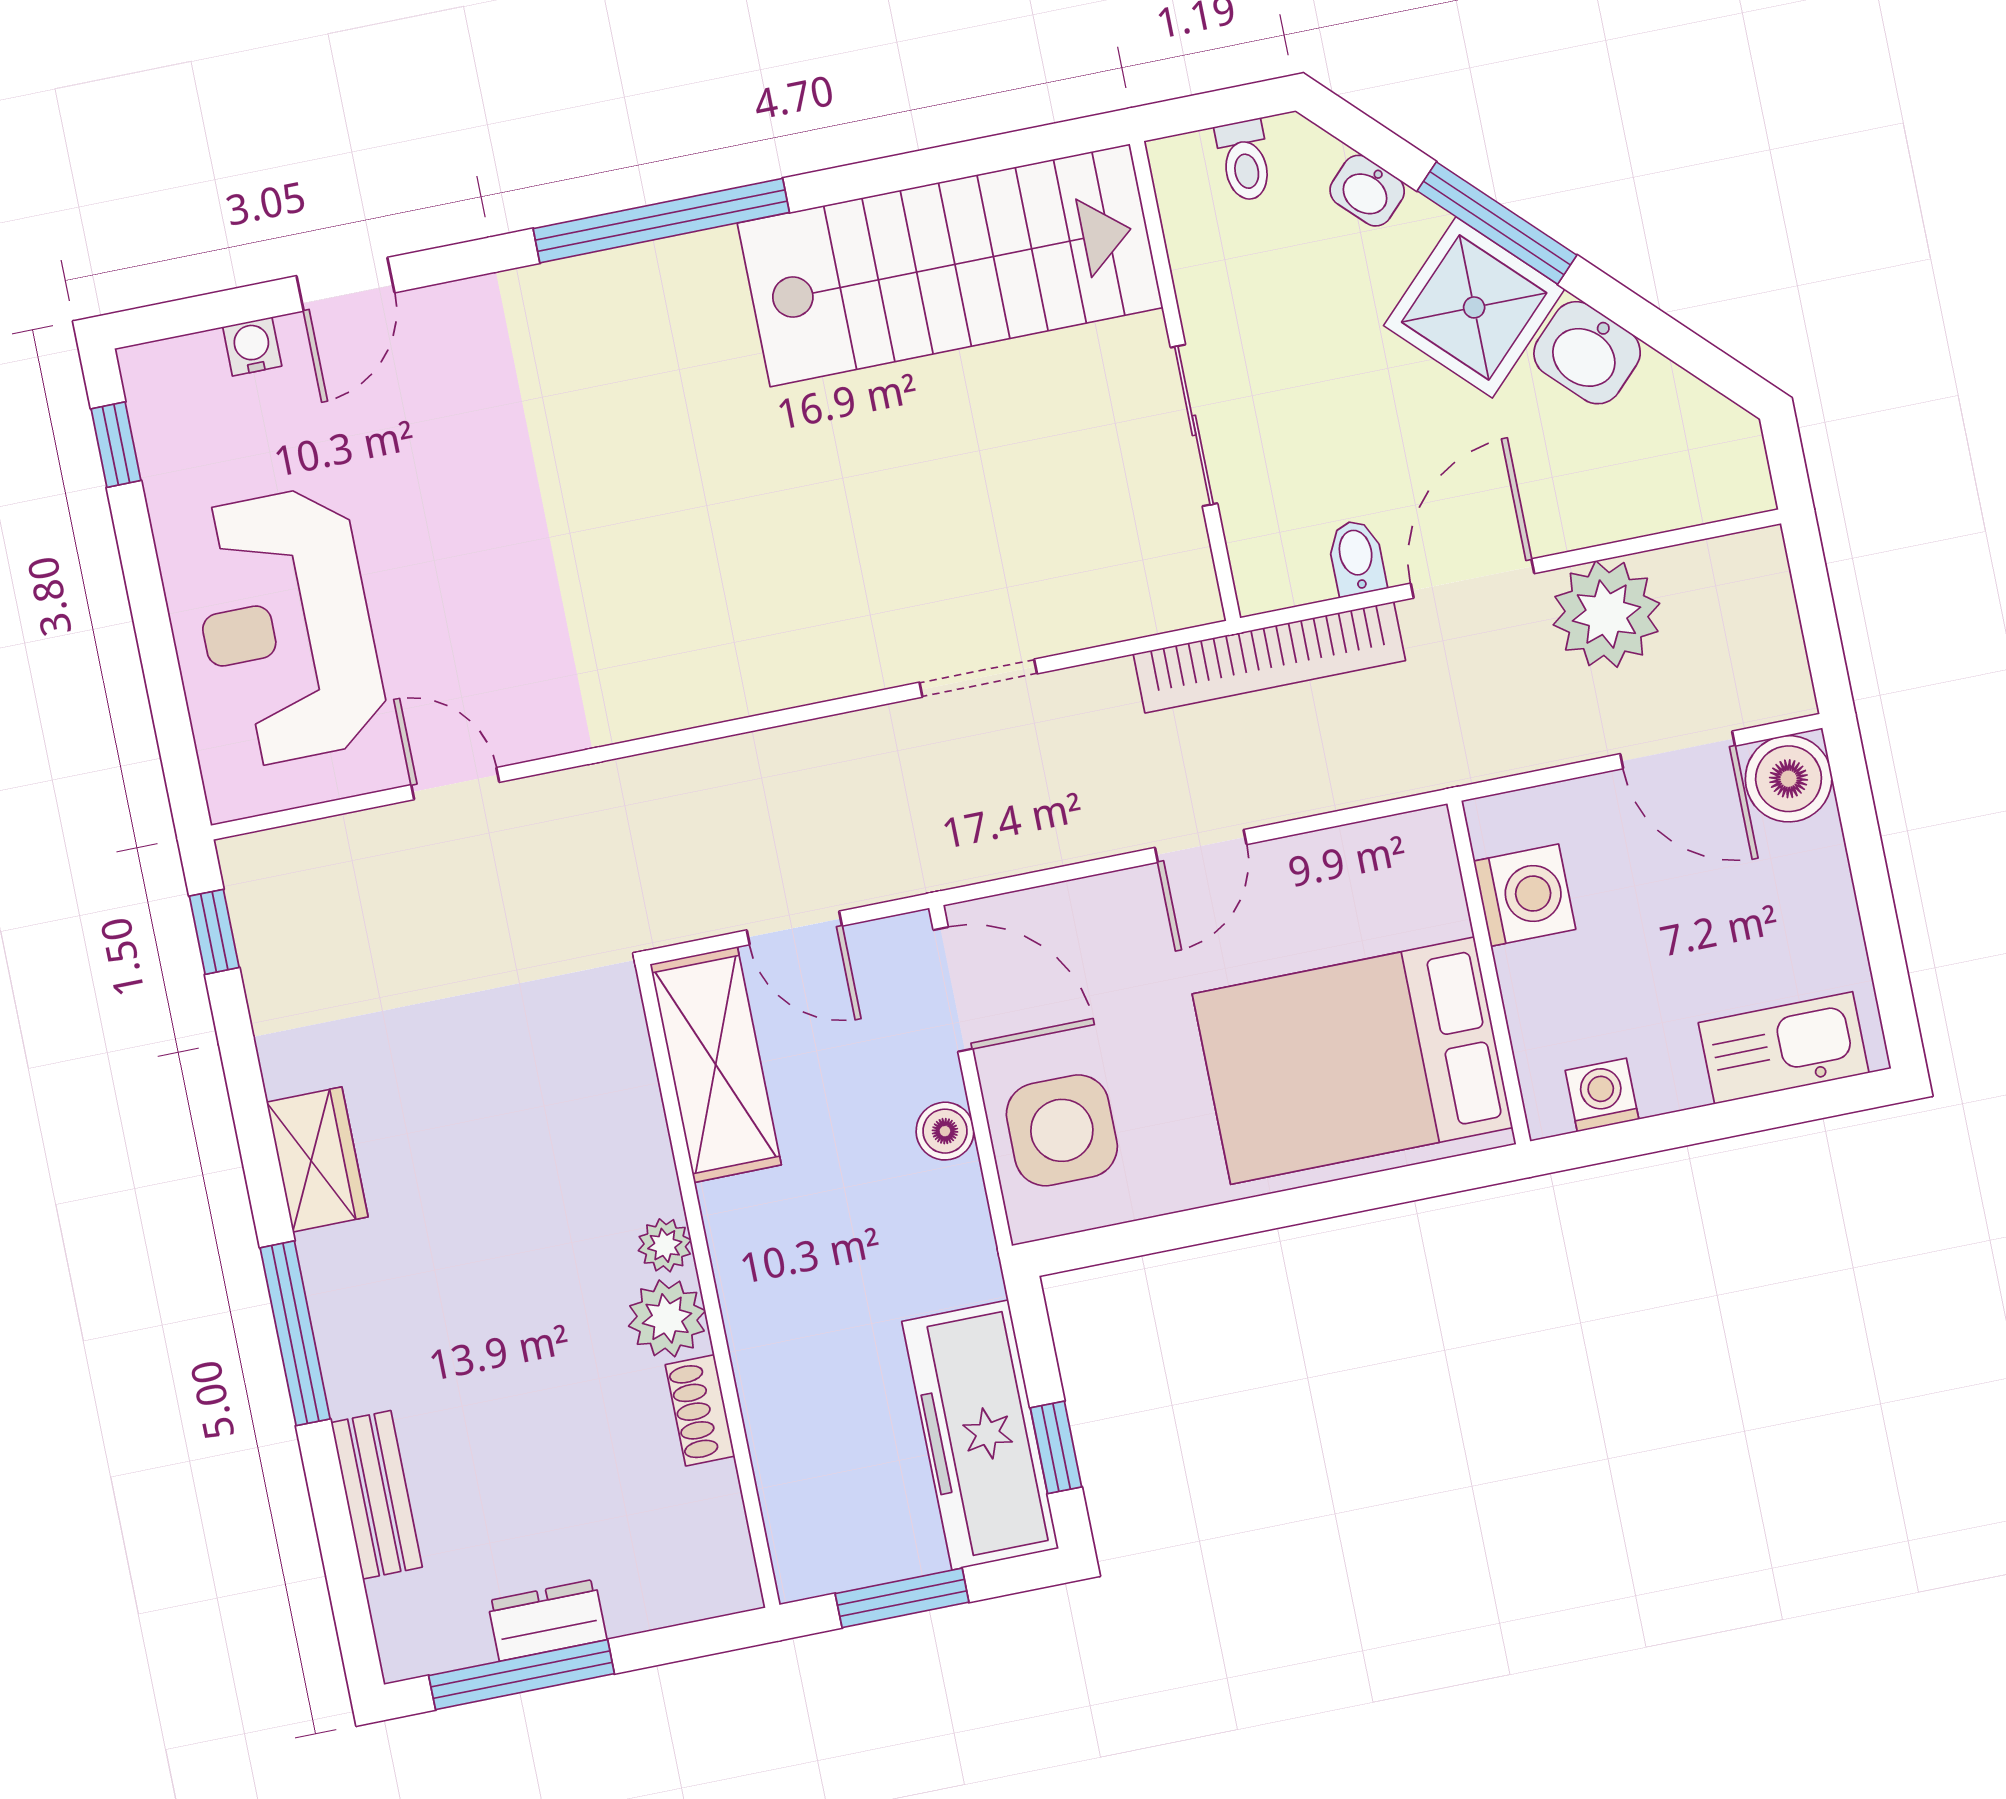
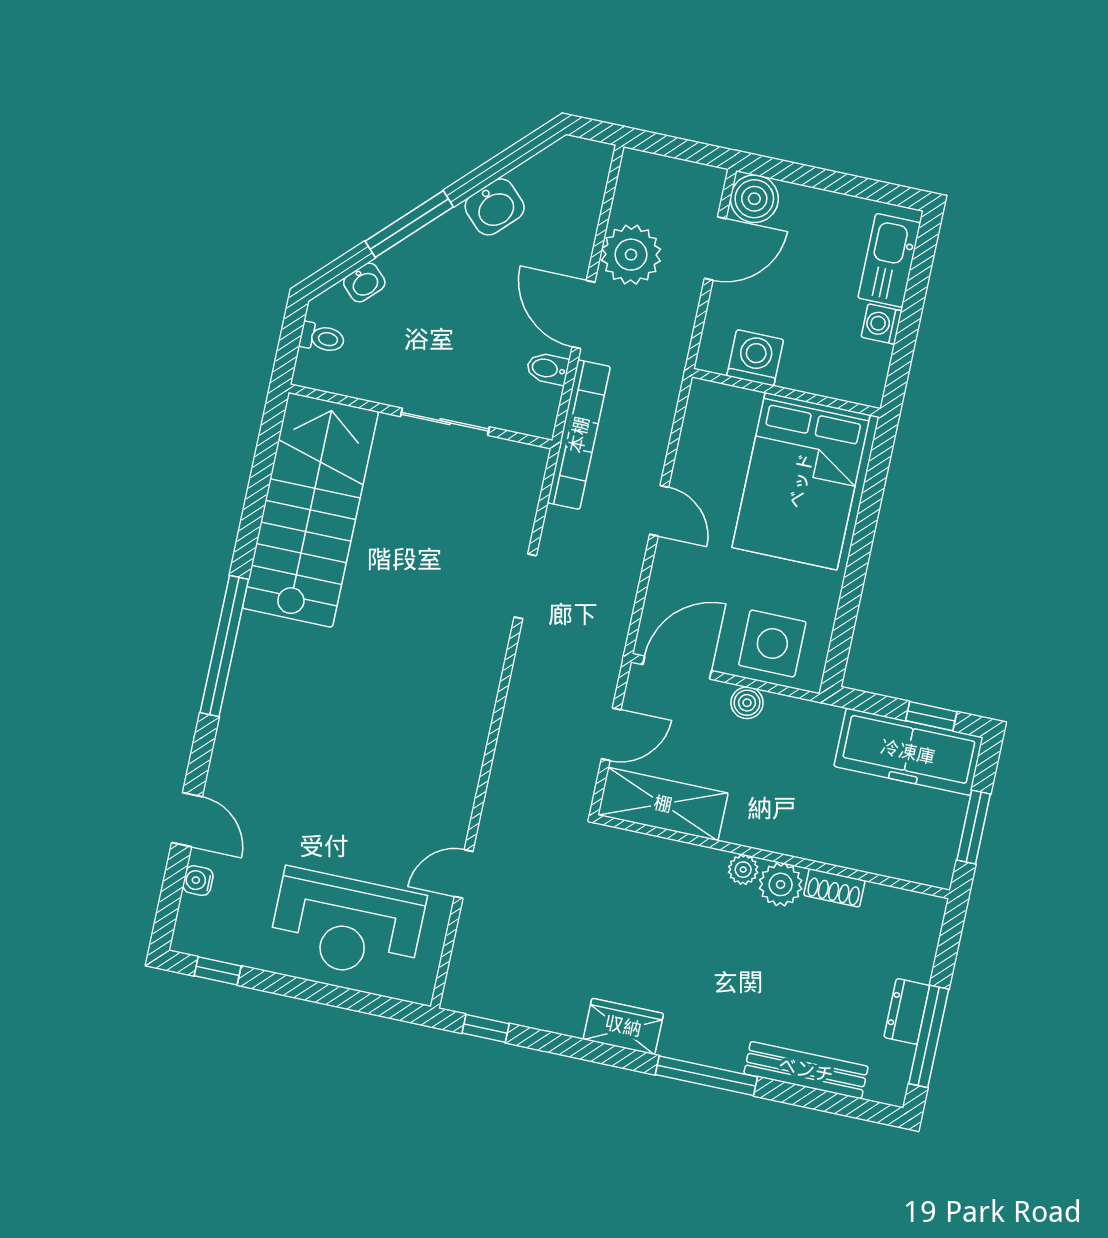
shower: (1474, 307) -> (447, 254), removed
washing machine: (1602, 1095) -> (881, 324), moved
bench: (377, 1495) -> (806, 1070), width x1.36

